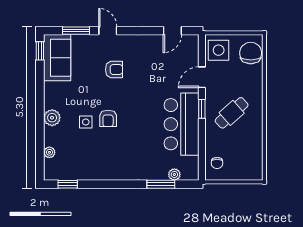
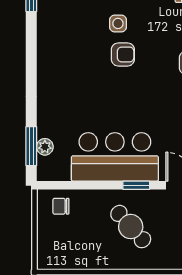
armchair: (108, 118) -> (123, 54), turned 180
window: (161, 184) -> (31, 146), moved

